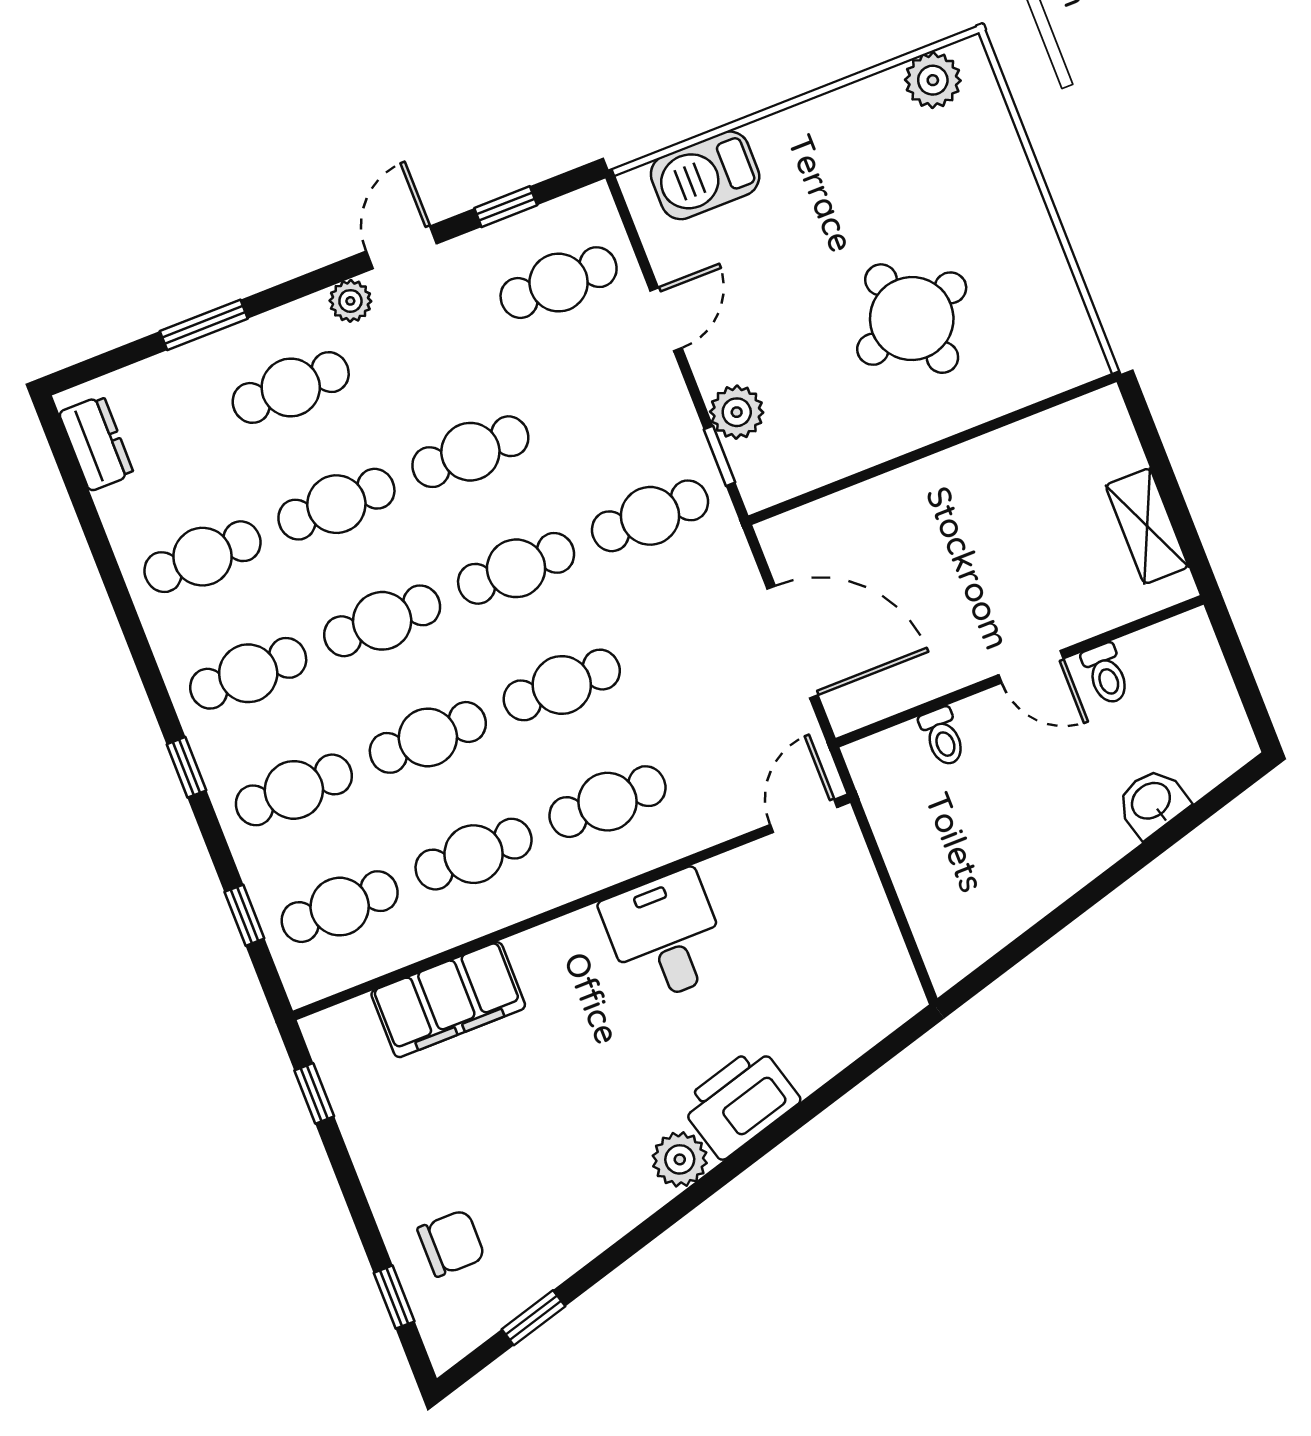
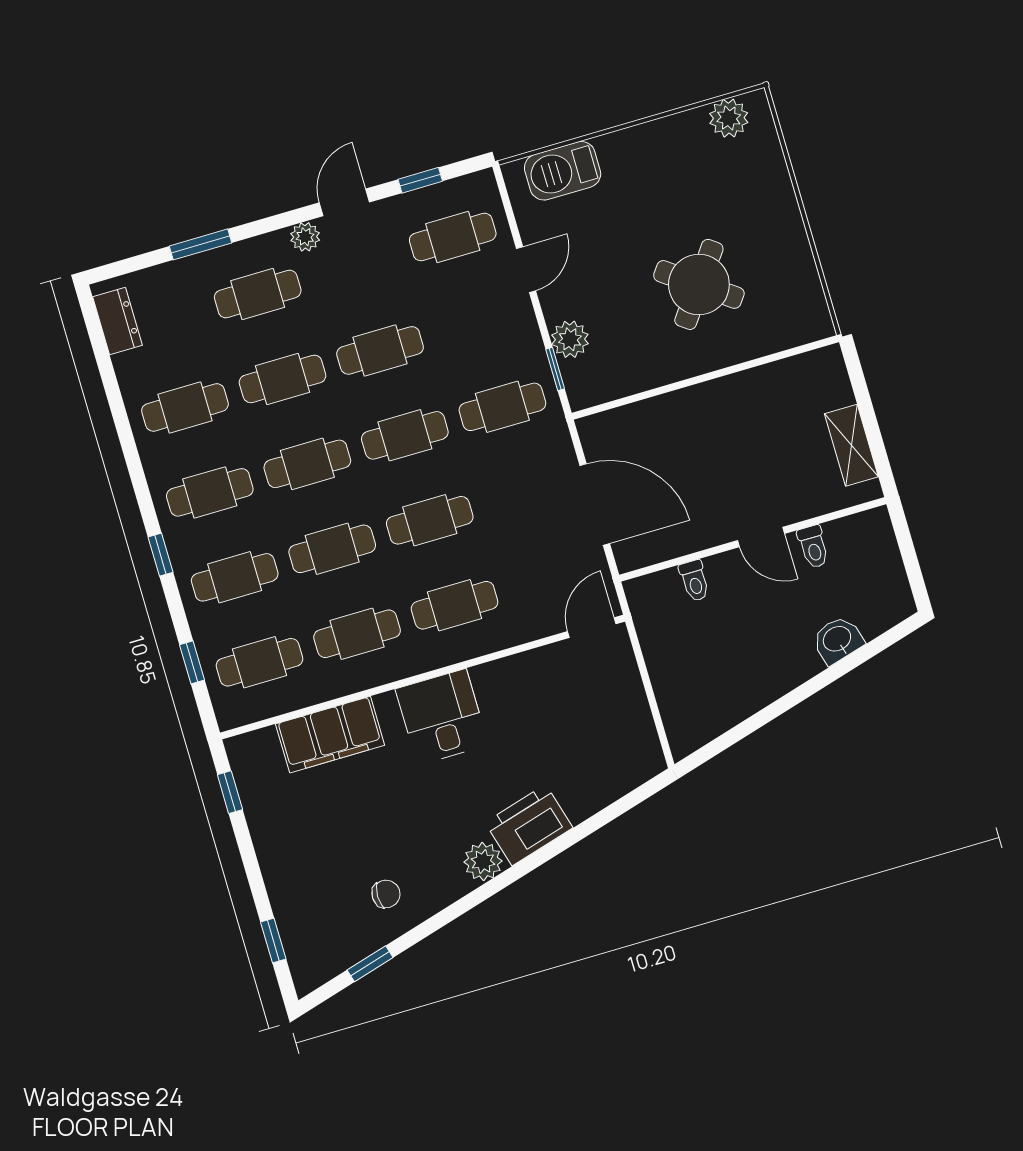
round table: (912, 319) -> (699, 284), turned -37
desk: (665, 936) -> (442, 717), moved
chair: (451, 1243) -> (386, 894), moved, width x0.73, depth x0.73

